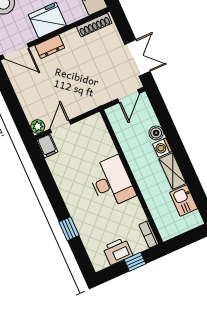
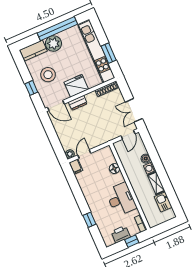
double door: (137, 58) -> (134, 110), swing flipped
floor lamp: (108, 149) -> (114, 169), added
desk: (111, 182) -> (121, 199), moved

